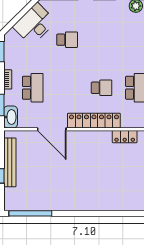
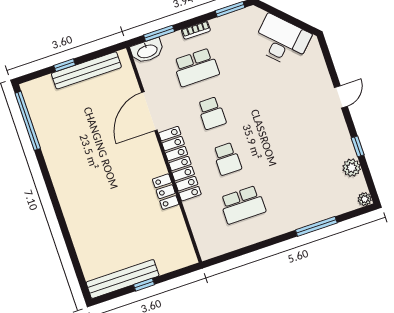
school desk: (67, 40) -> (212, 113), moved
locker: (125, 137) -> (166, 192), moved

